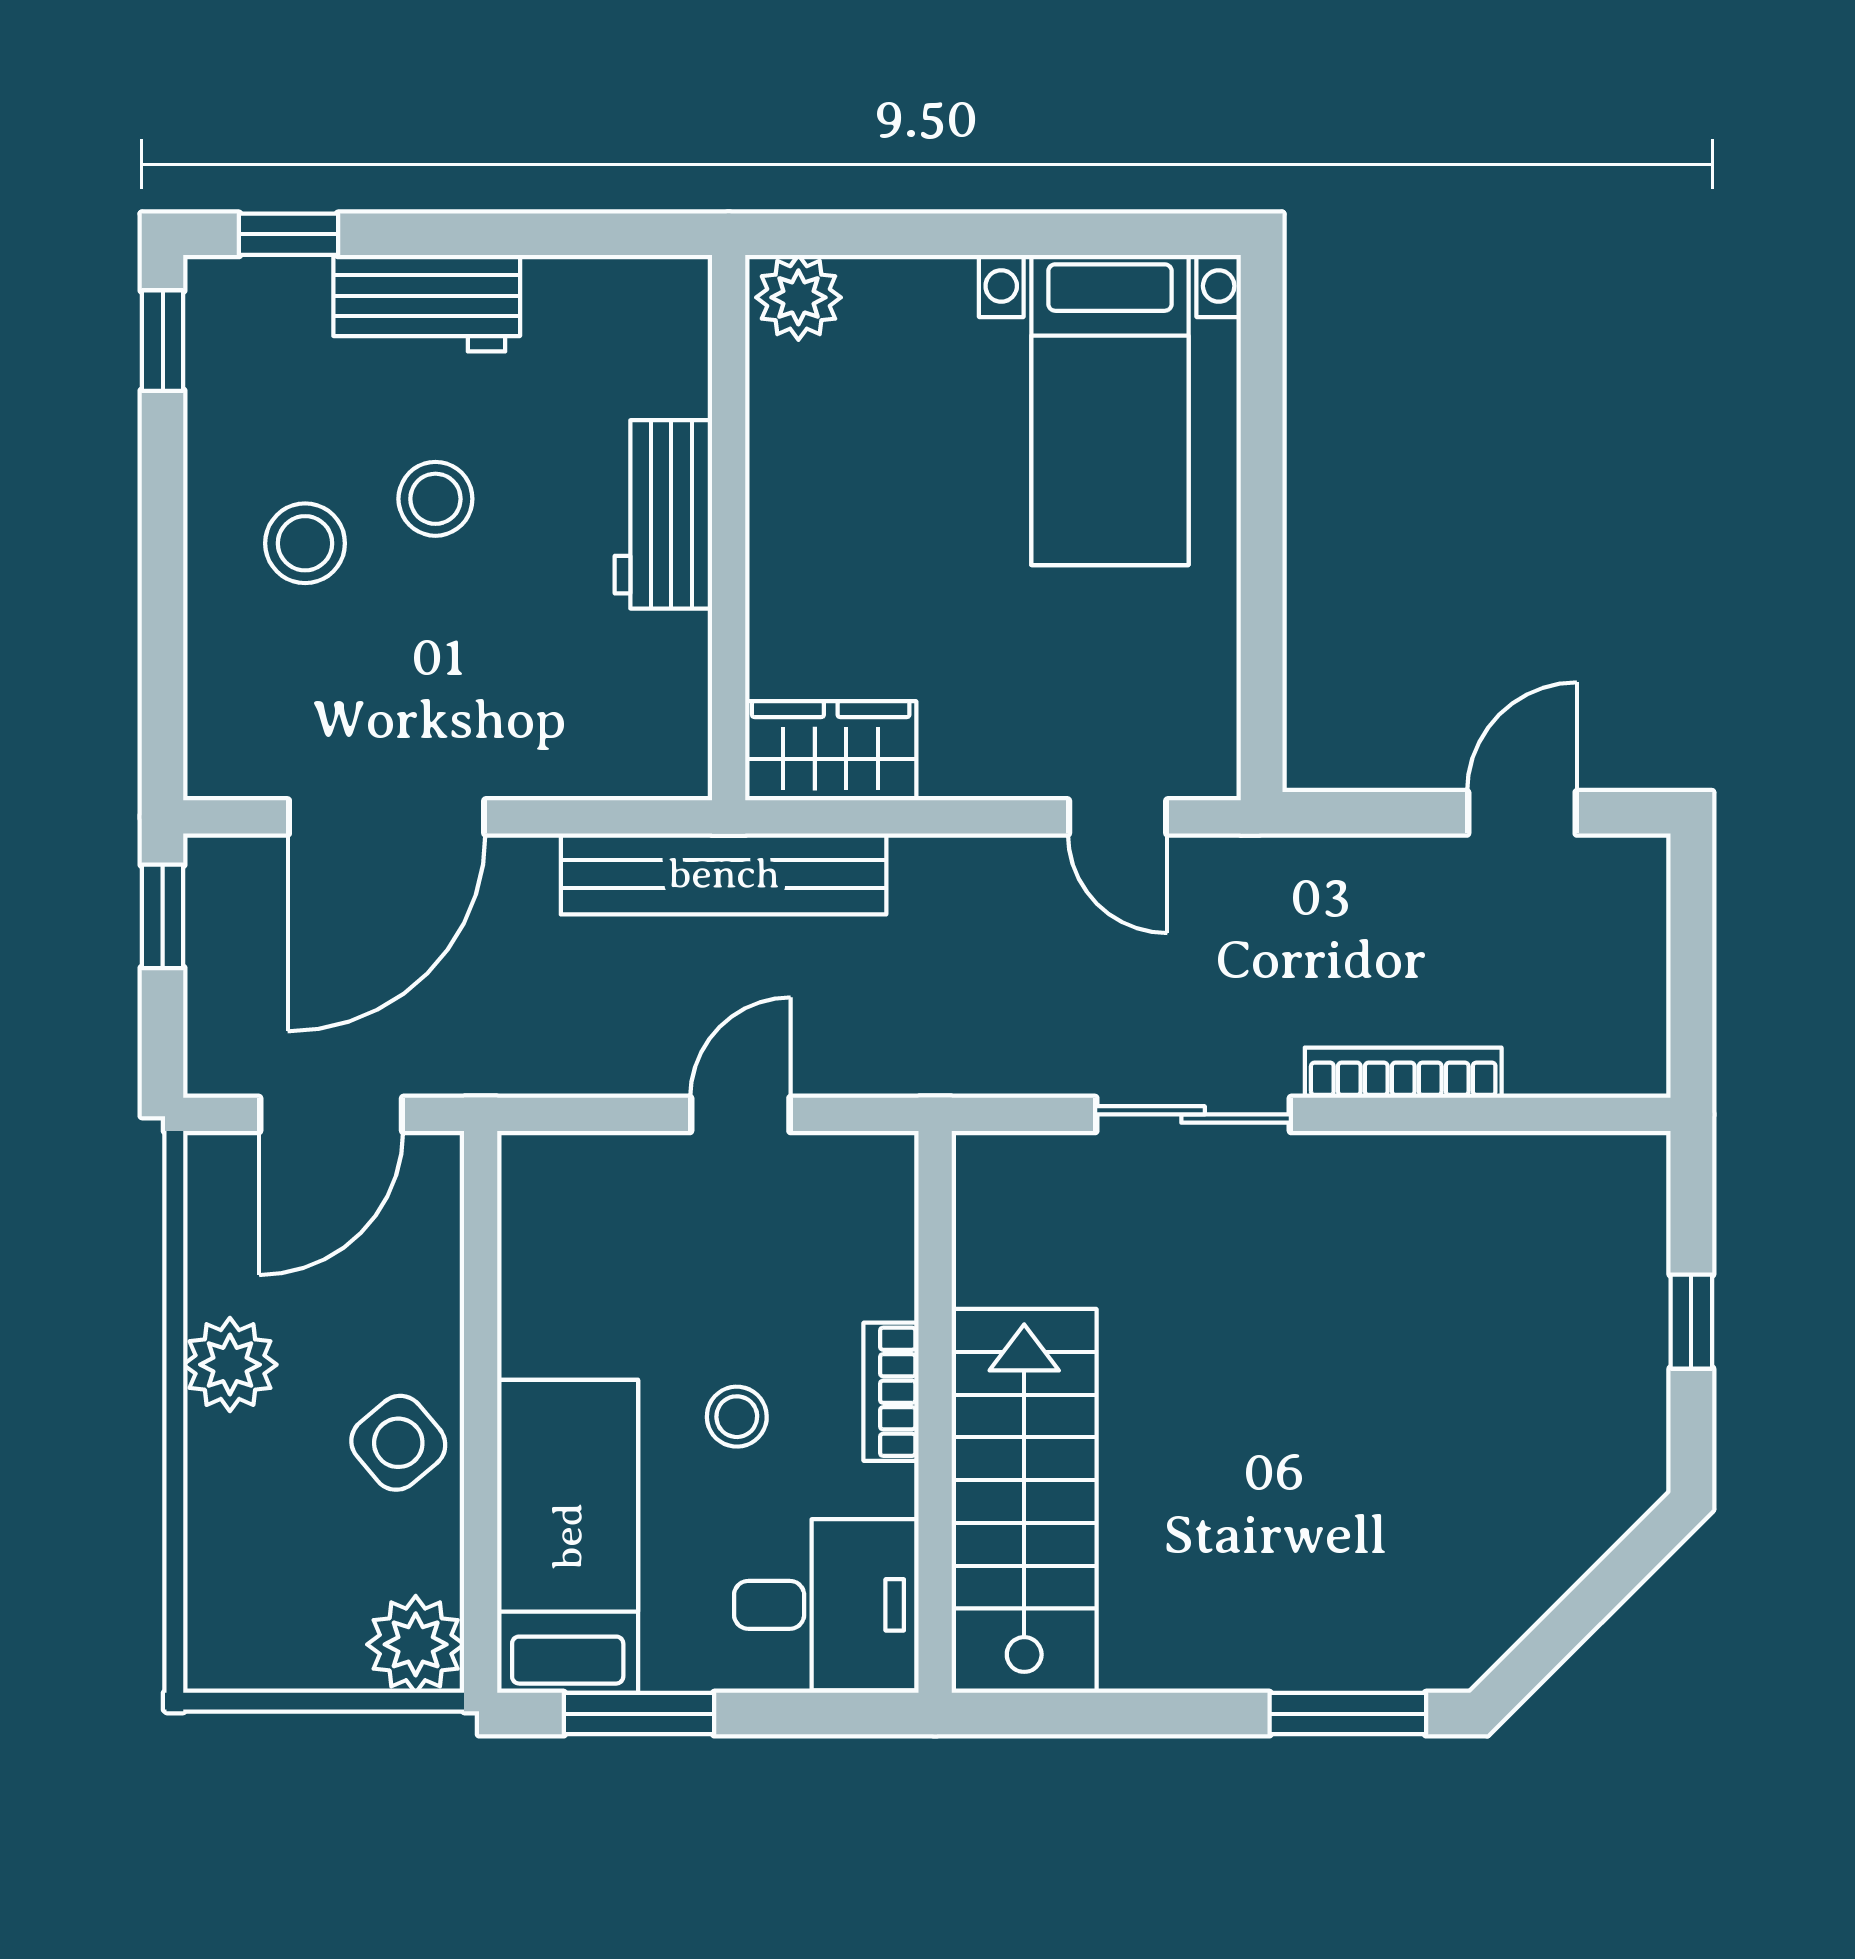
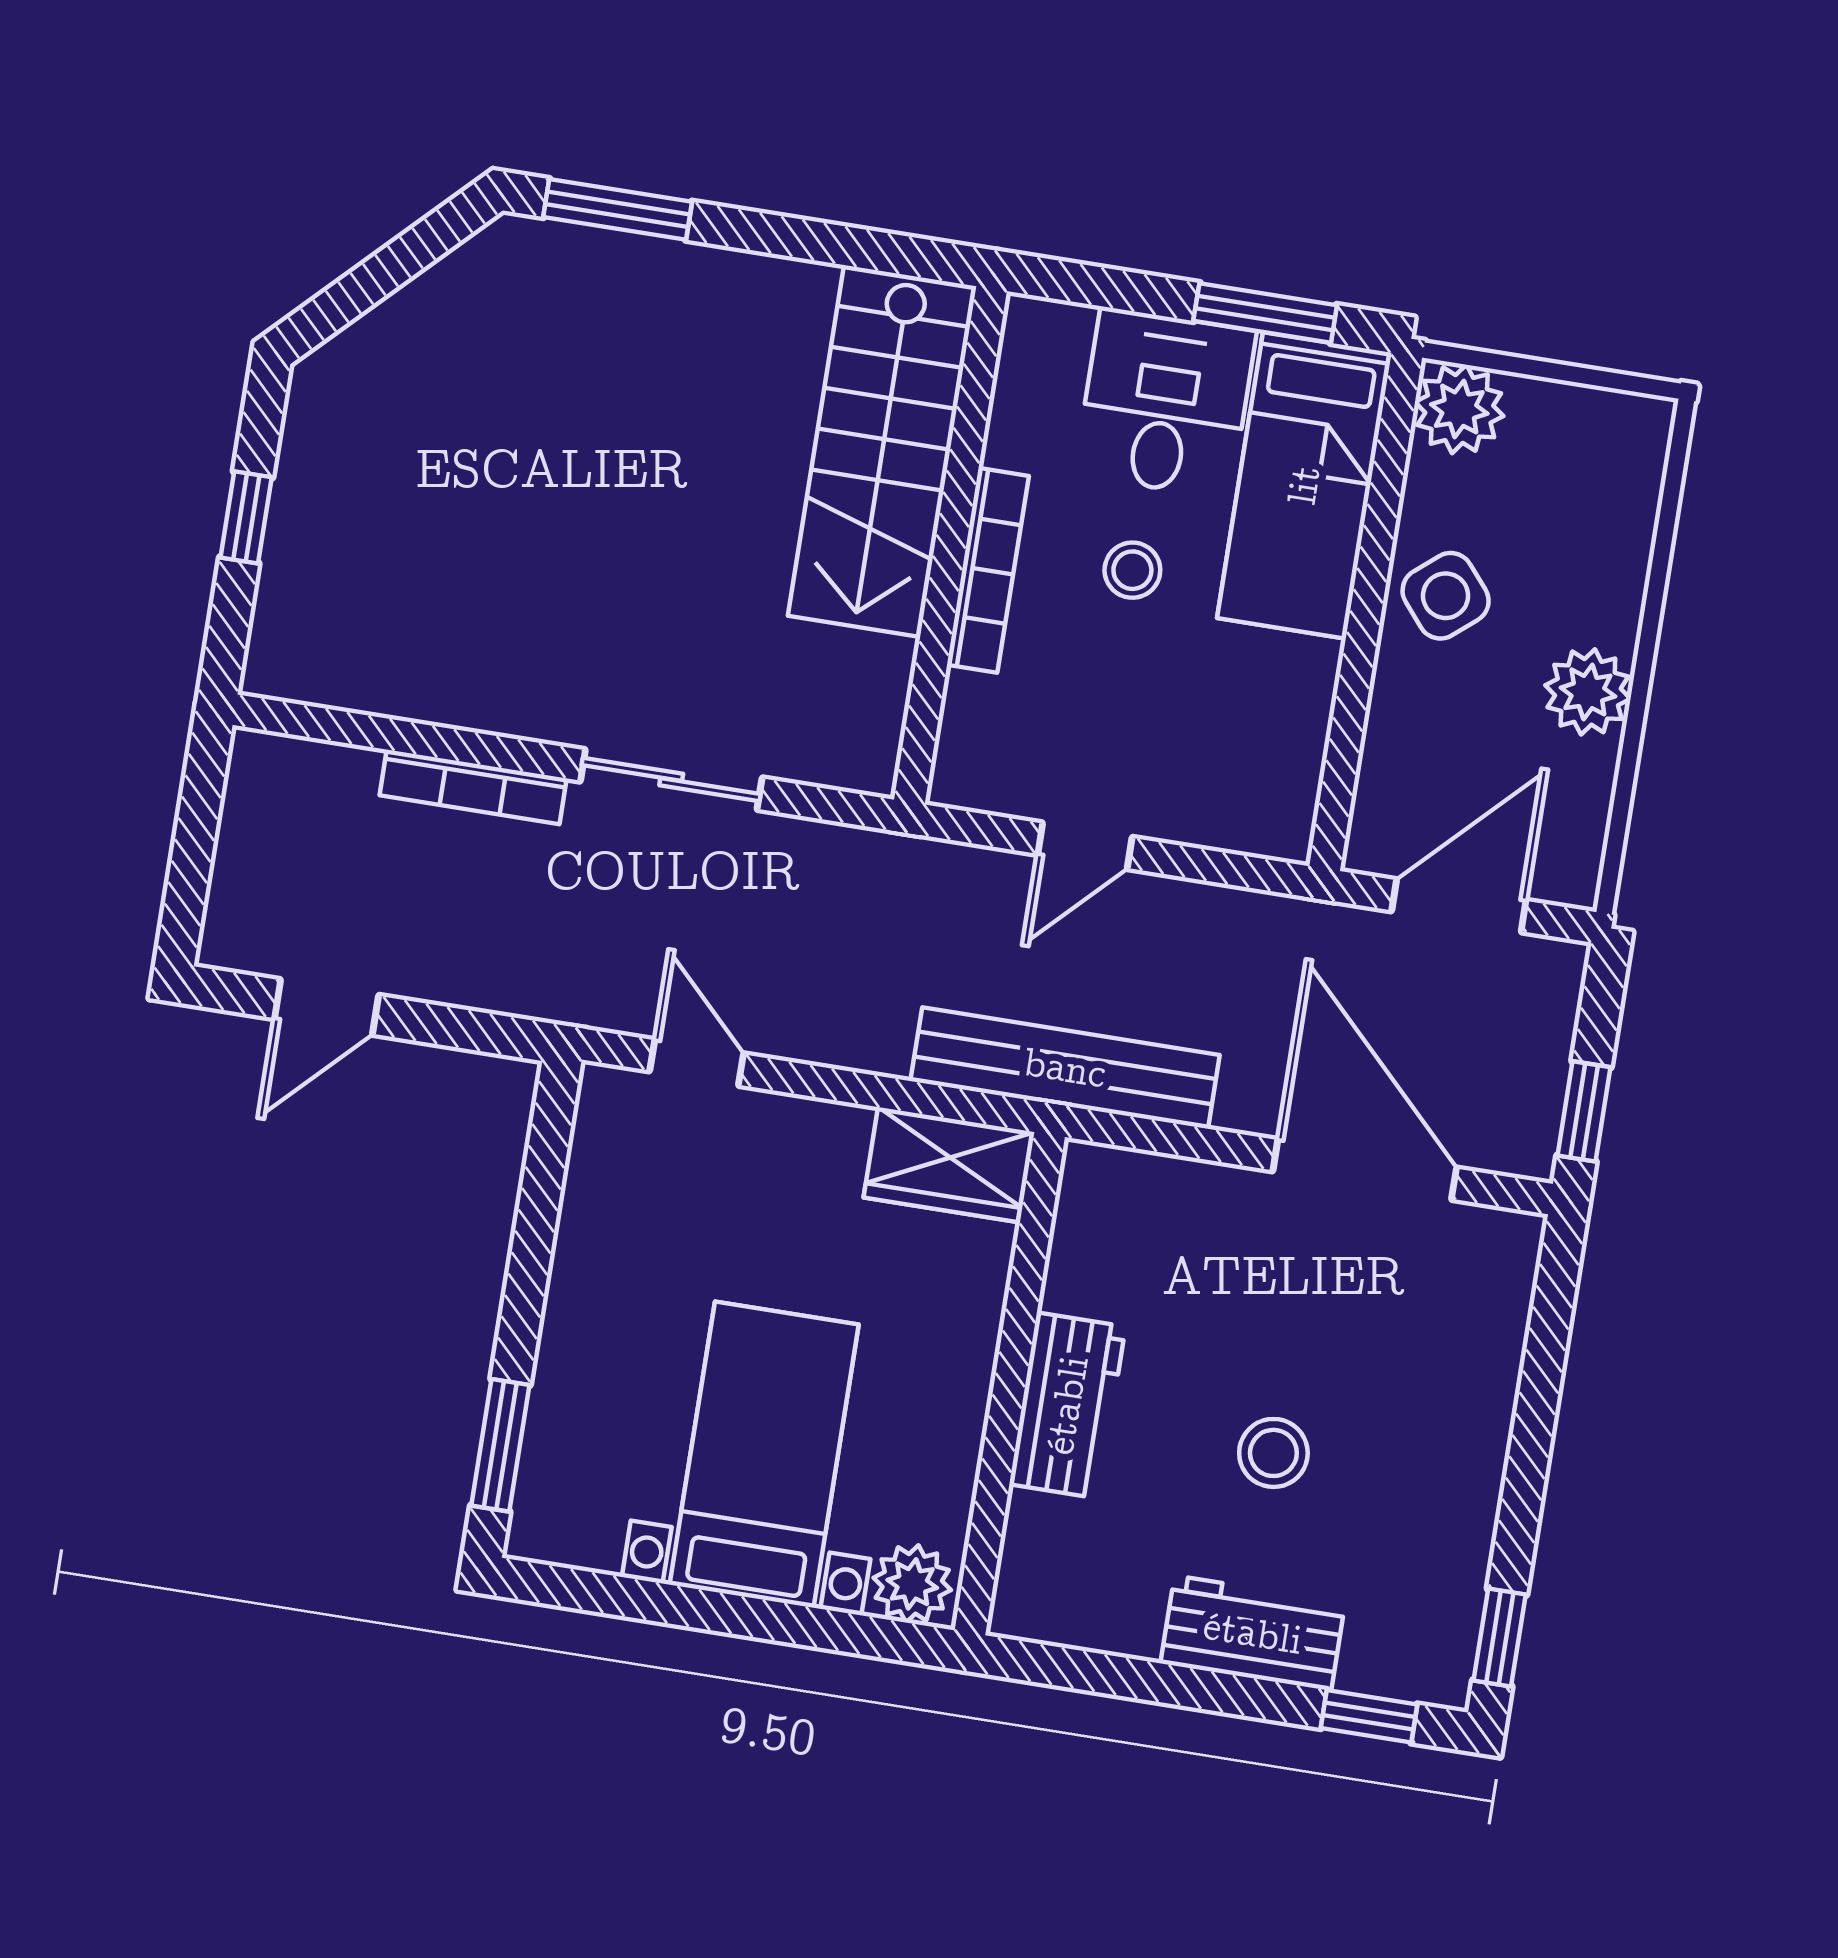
window: (1262, 375) -> (500, 1445), added
bed with nightstands: (1110, 410) -> (764, 1455), moved
stool: (305, 543) -> (1399, 1431), removed
door: (387, 817) -> (1365, 1169), hinge flipped
bookcase: (891, 1392) -> (988, 570), width x1.56
desk: (826, 1605) -> (1165, 403), moved, turned 90

